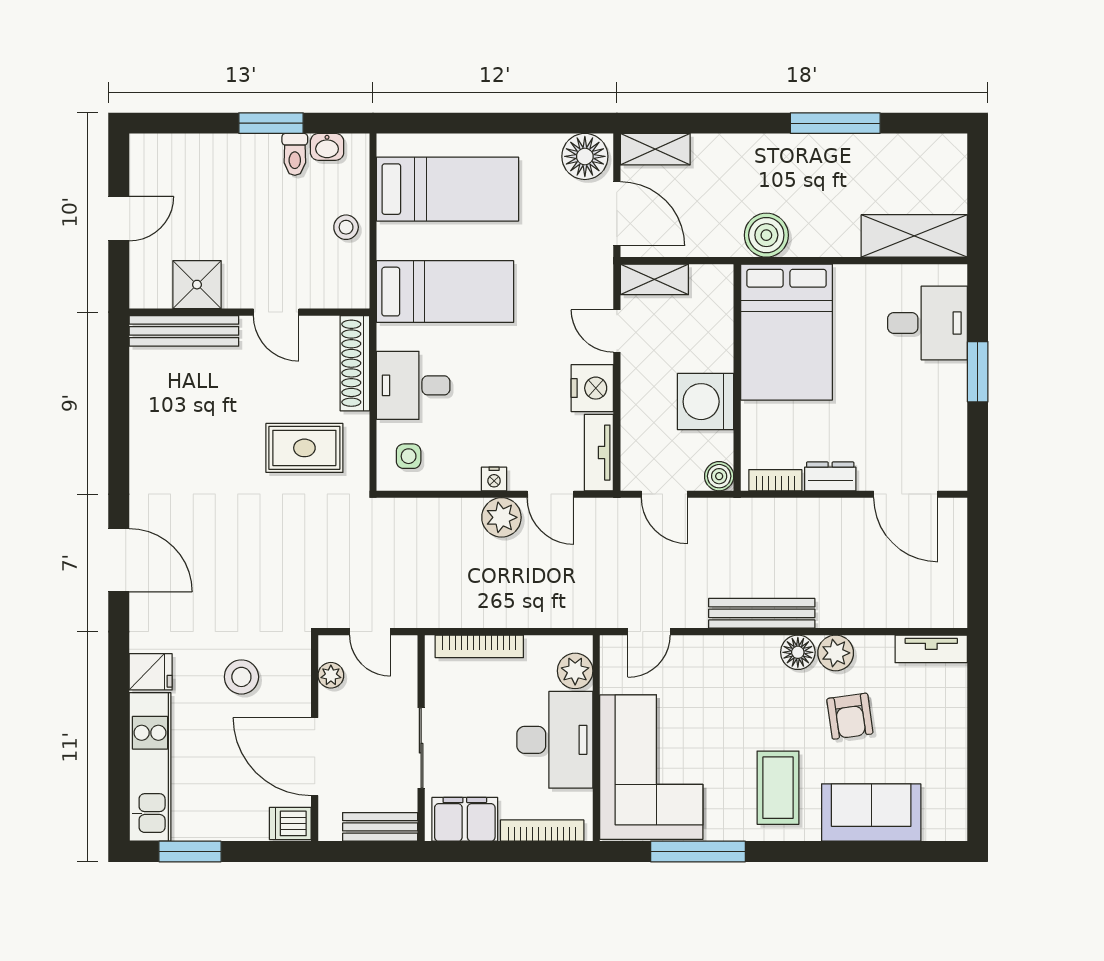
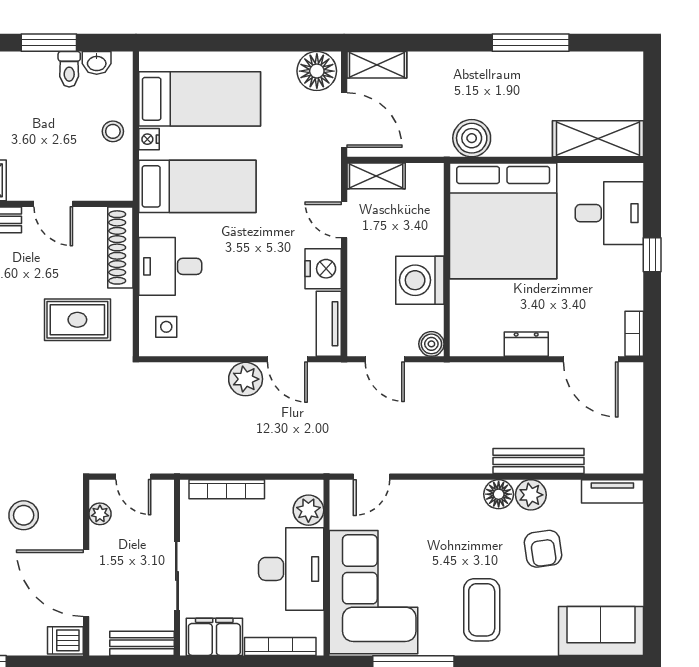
bed: (787, 332) -> (503, 221), width x1.36
window: (978, 372) -> (652, 255), width x0.67
nightstand: (494, 479) -> (149, 139), moved, turned 90
bookcase: (775, 480) -> (634, 334), moved, turned -90
bench: (762, 613) -> (538, 461), moved
sofa: (871, 813) -> (601, 631), moved

